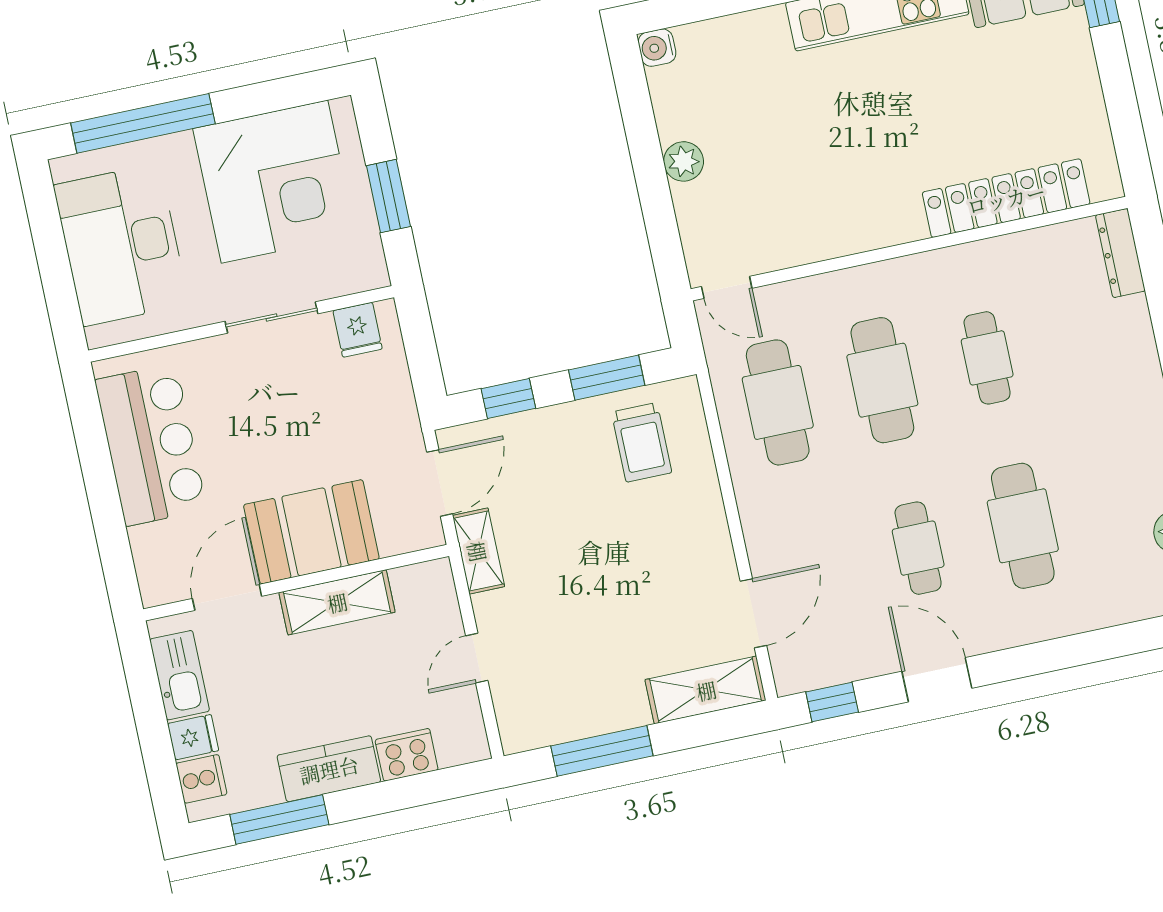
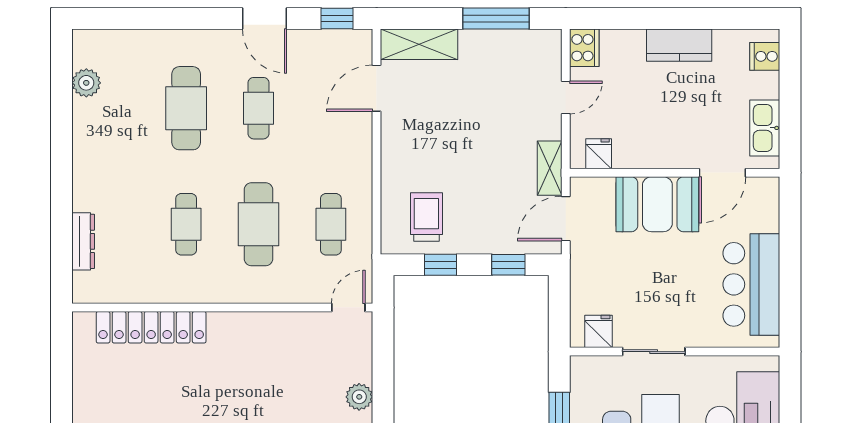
dresser: (1120, 253) -> (83, 241), moved
door: (727, 287) -> (348, 307), hinge flipped
window: (607, 378) -> (440, 265), width x0.67
cafe table: (778, 402) -> (331, 224), width x0.73, depth x0.74
shelving: (337, 602) -> (650, 154), removed
fridge: (193, 737) -> (599, 154), moved, turned 90
cooker: (407, 755) -> (584, 48), moved, turned -90
window: (279, 820) -> (719, 18), removed

